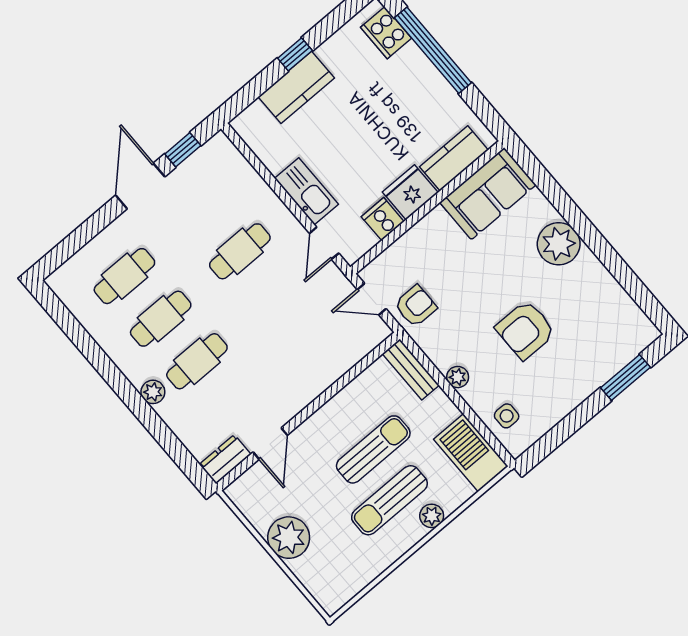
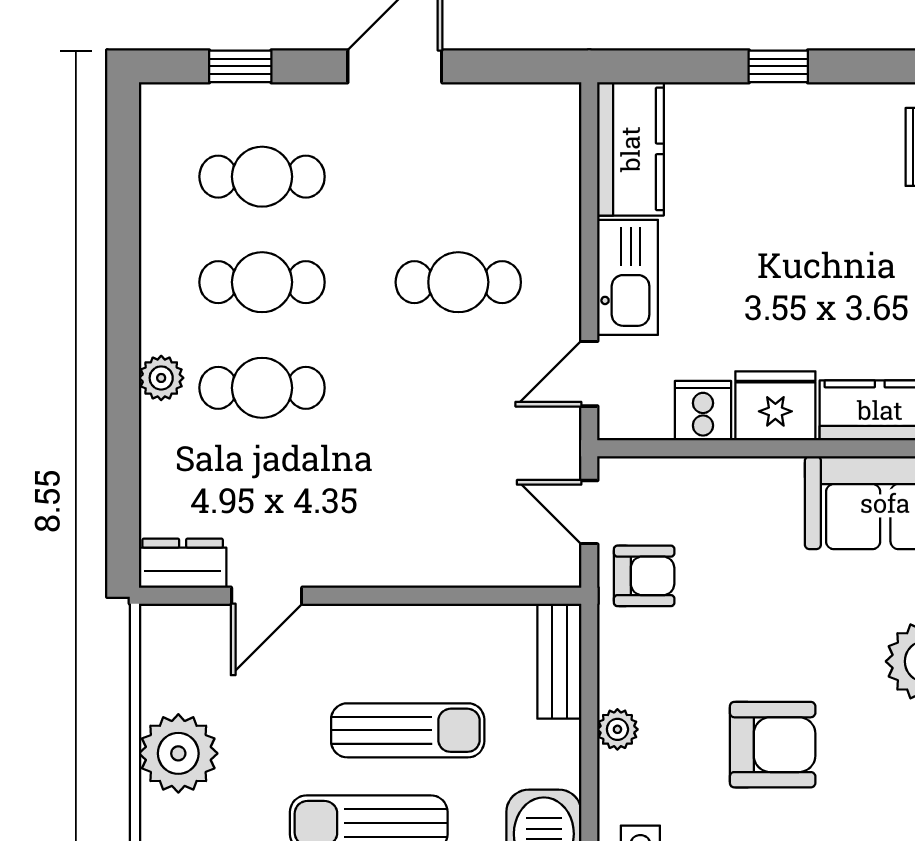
kitchen counter: (296, 87) -> (630, 149), moved, turned -90
window: (183, 150) -> (240, 66), moved
armchair: (525, 330) -> (773, 745), turned 180

